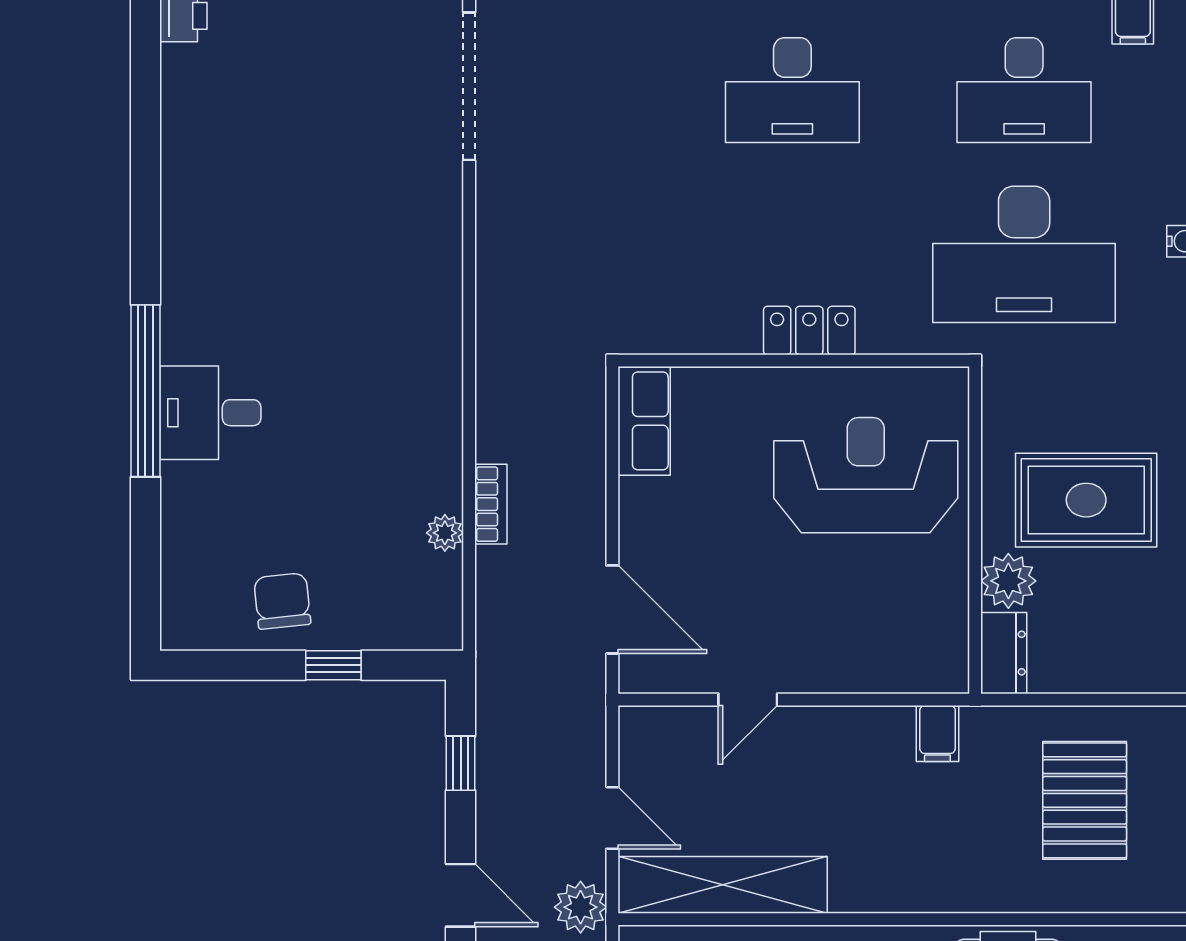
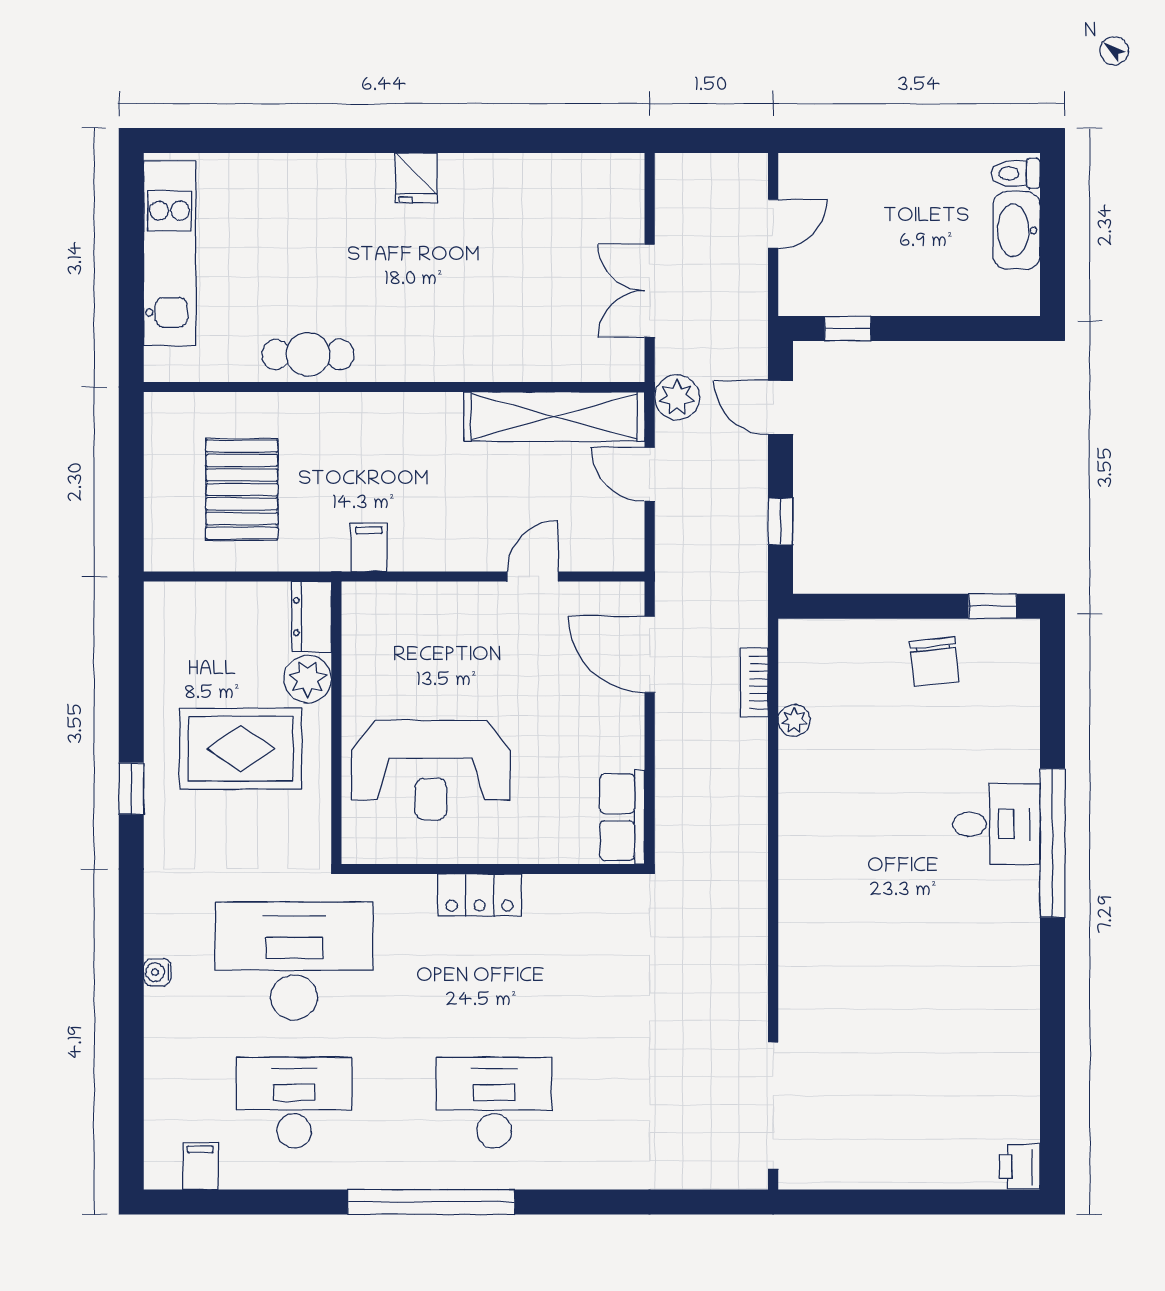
bookcase: (491, 504) -> (754, 682), moved
window: (333, 665) -> (993, 606), moved

